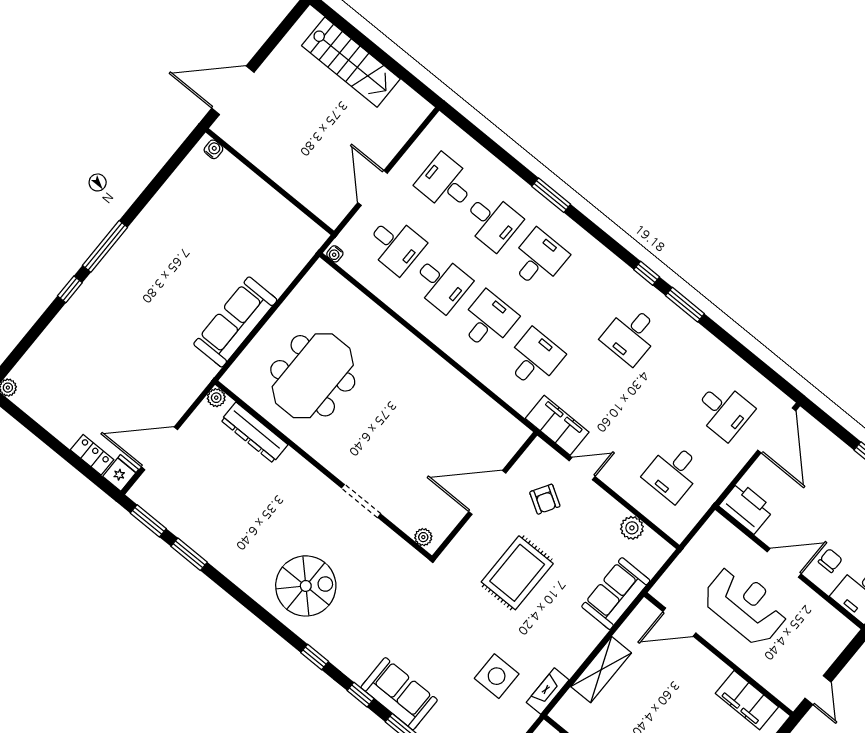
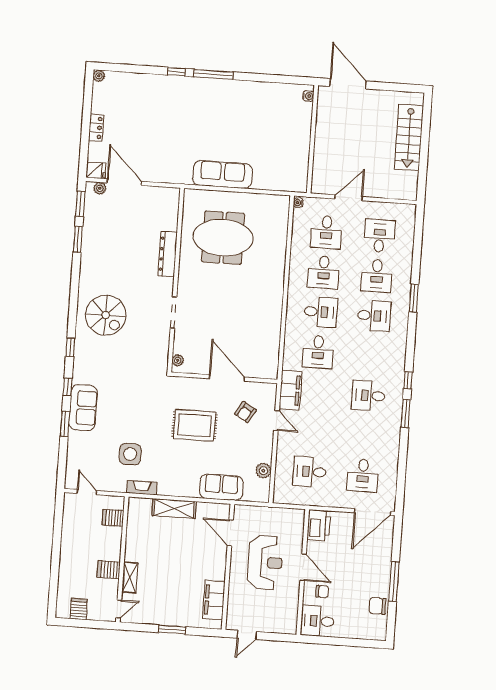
desk: (534, 359) -> (318, 352), turned 90
plant: (216, 398) -> (100, 188), moved
dresser: (254, 433) -> (168, 254), moved
locker: (92, 455) -> (96, 128), moved

